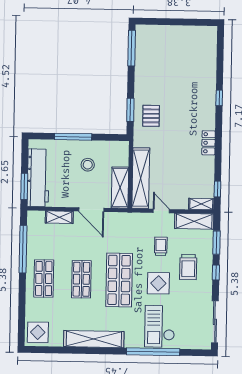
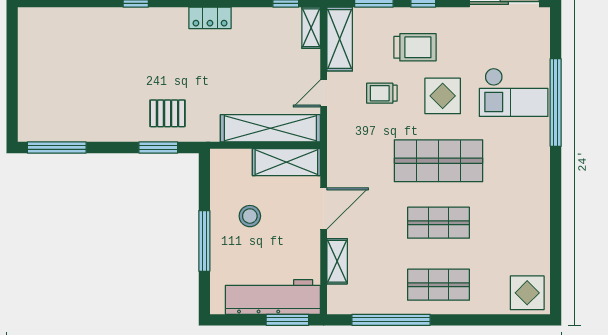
shelving: (94, 339) -> (537, 200), removed

